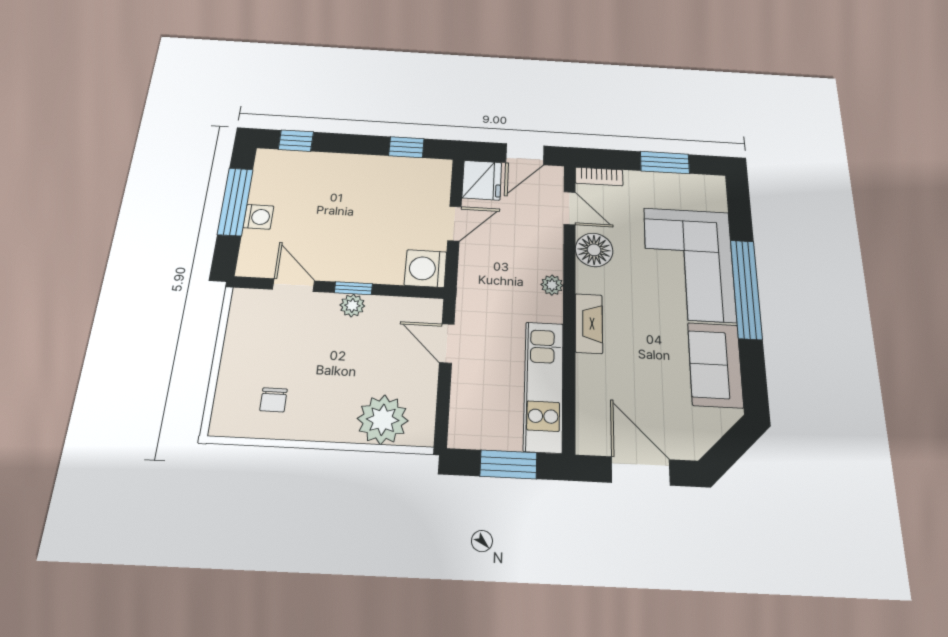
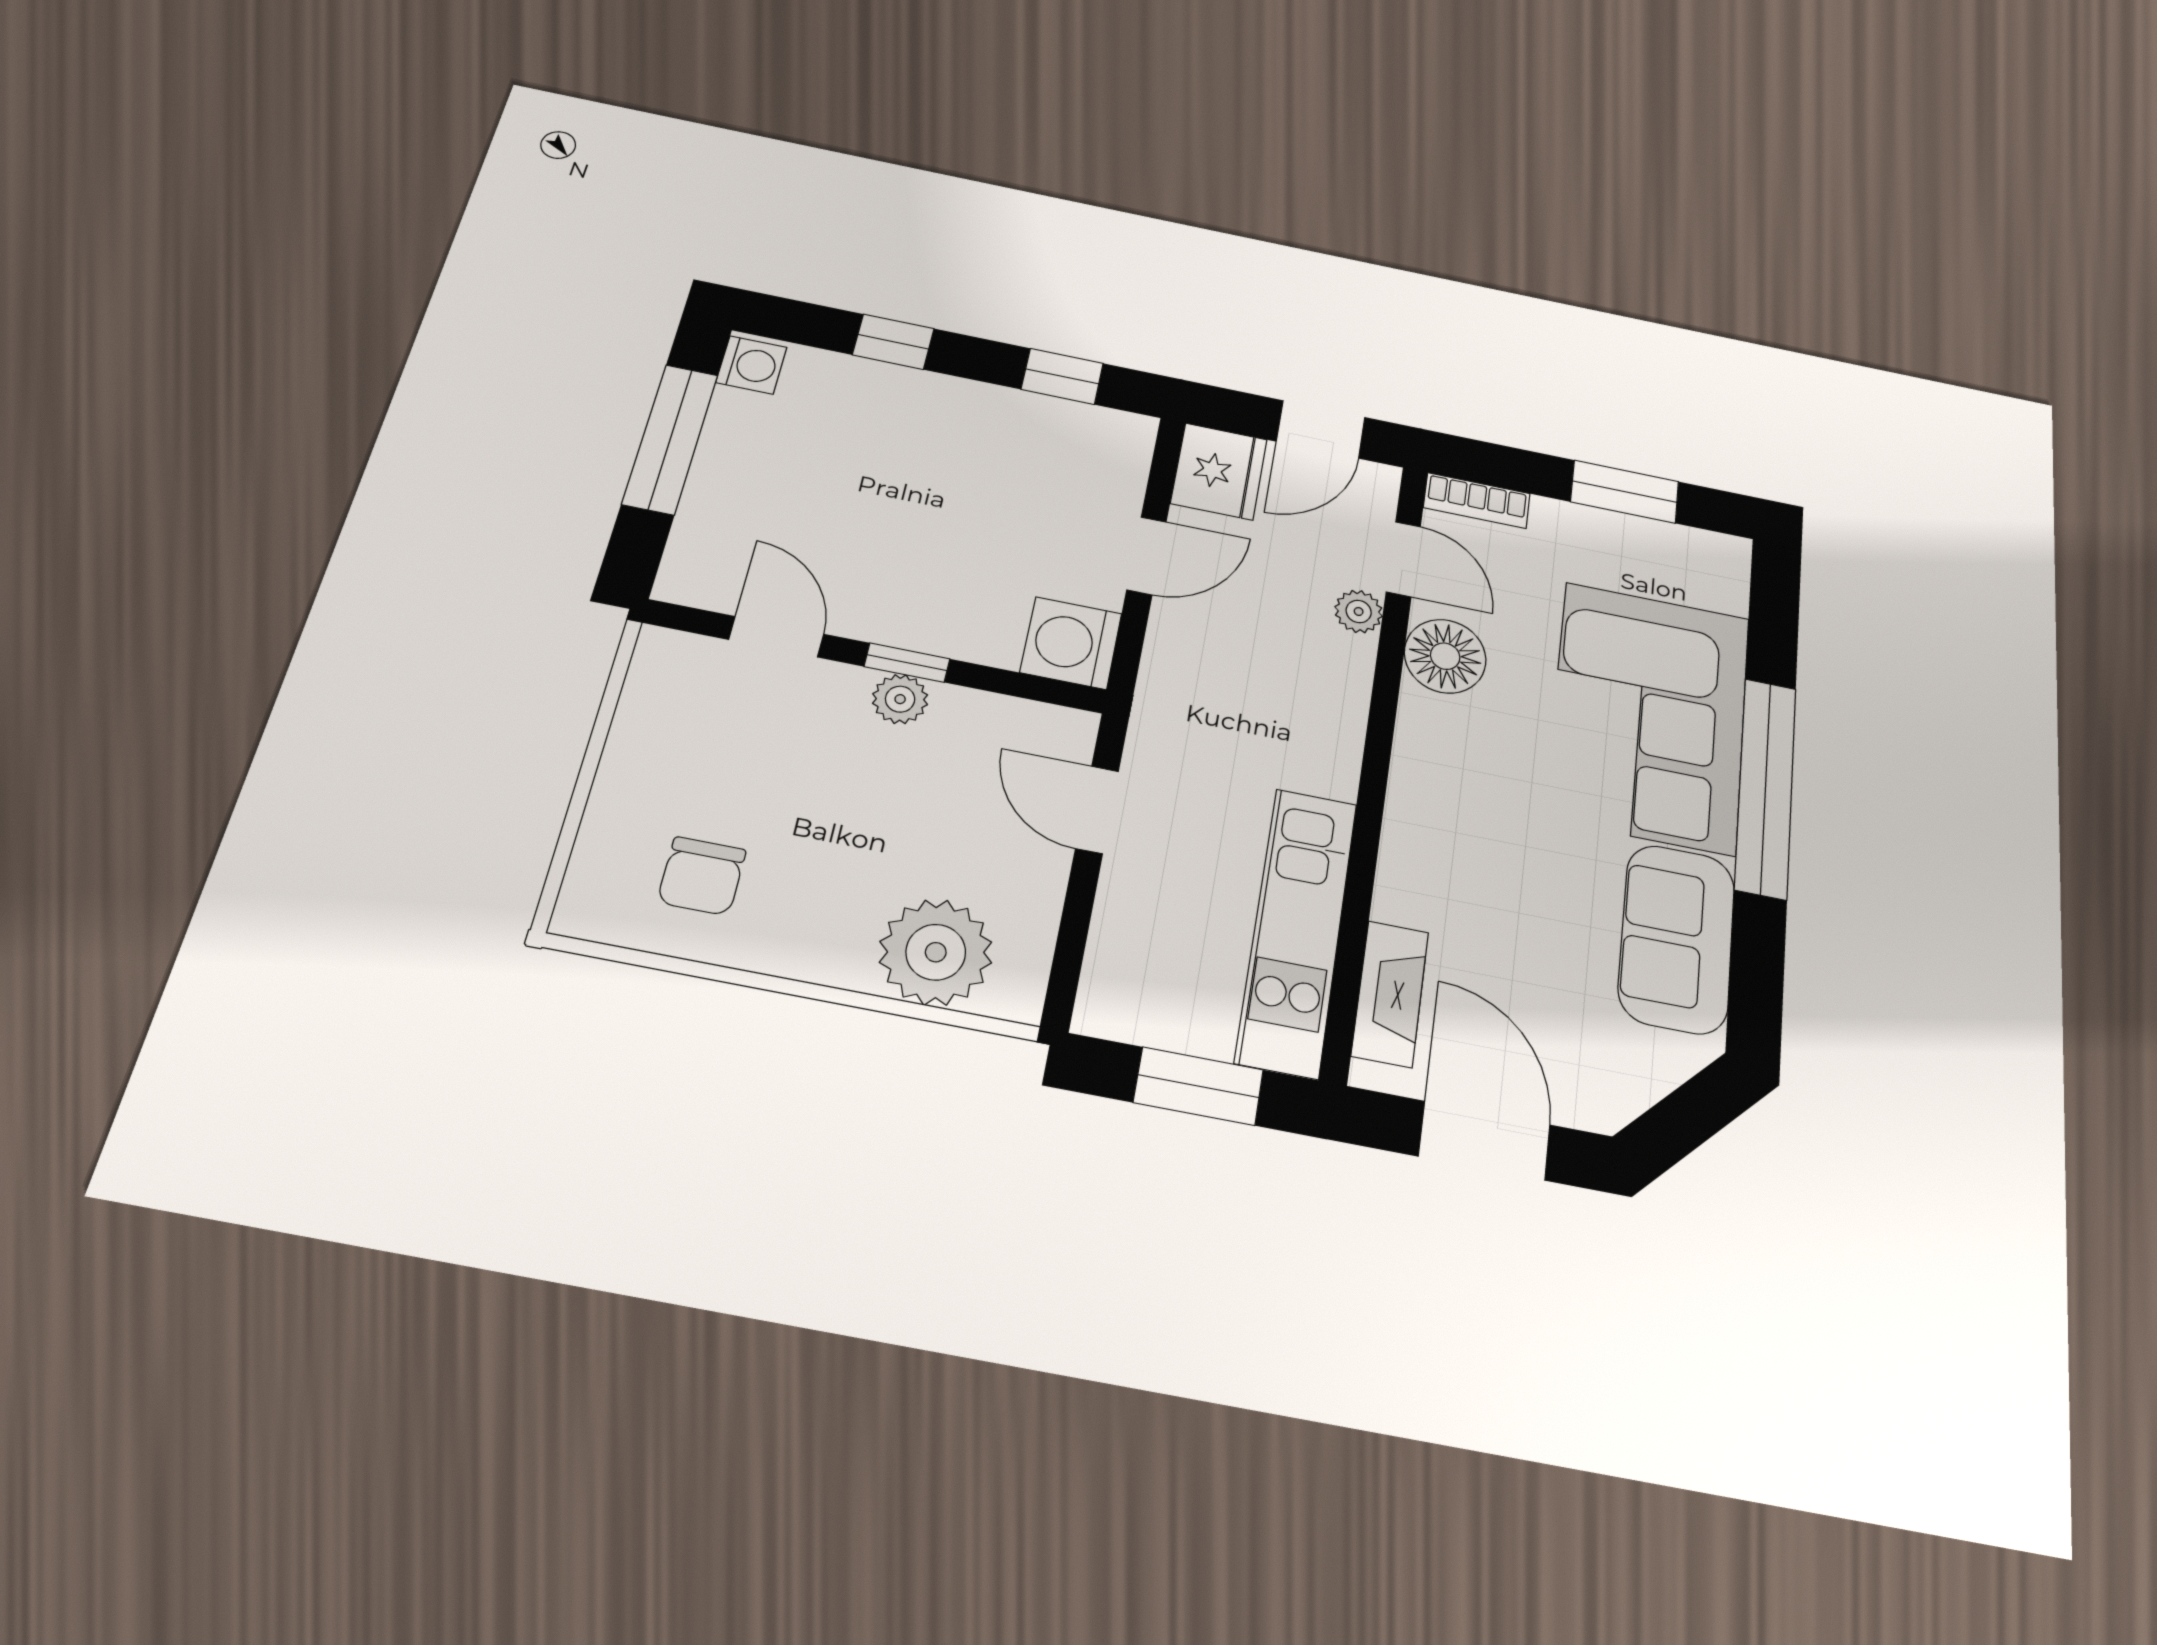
window: (296, 141) -> (893, 342), moved
washing machine: (258, 217) -> (751, 365), moved
plant: (552, 285) -> (1359, 612), moved
fireplace: (589, 323) -> (1390, 994), moved
chair: (274, 400) -> (702, 876), width x1.37, depth x1.37

